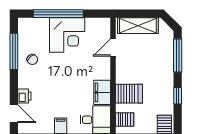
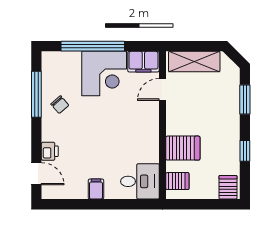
window: (178, 55) -> (245, 99), width x0.69
filing cabinet: (102, 92) -> (143, 62), moved, turned -90

